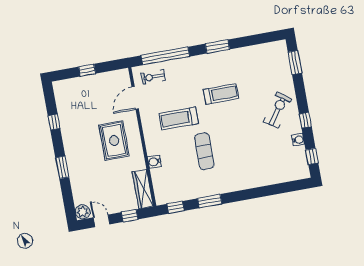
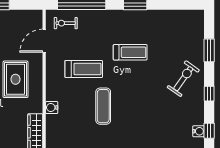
window: (295, 63) -> (209, 50), moved
treadmill: (179, 118) -> (84, 69), turned 180
water cooler: (298, 140) -> (198, 131), moved

